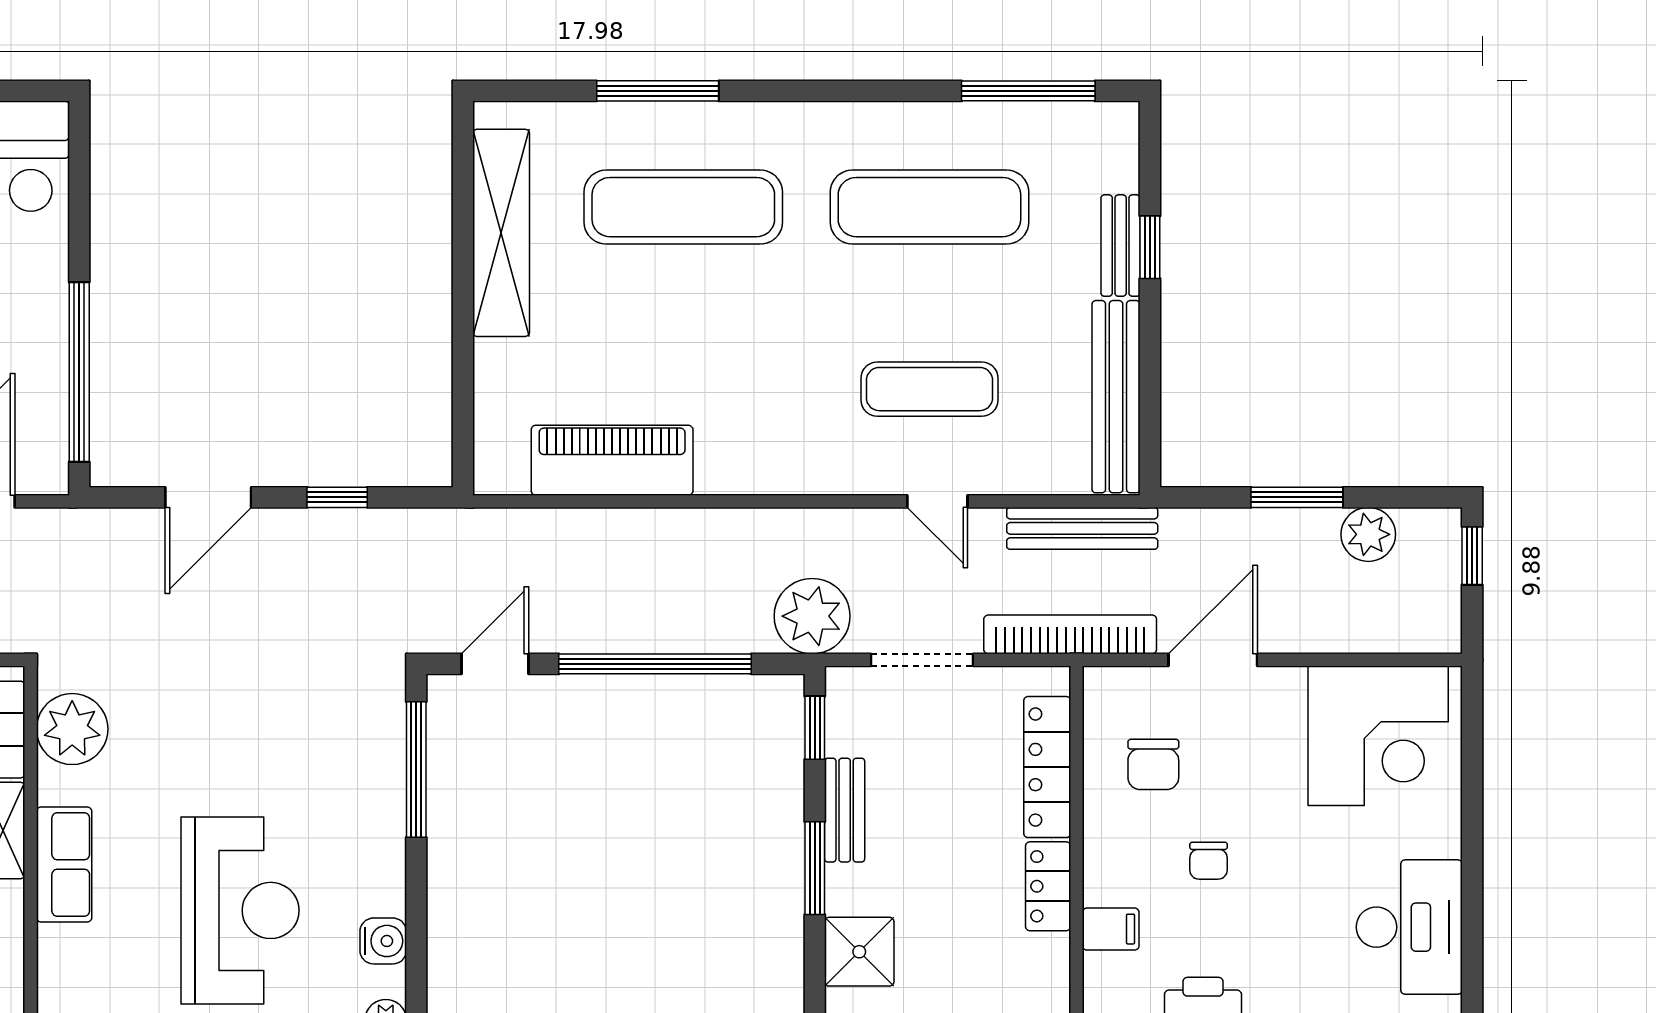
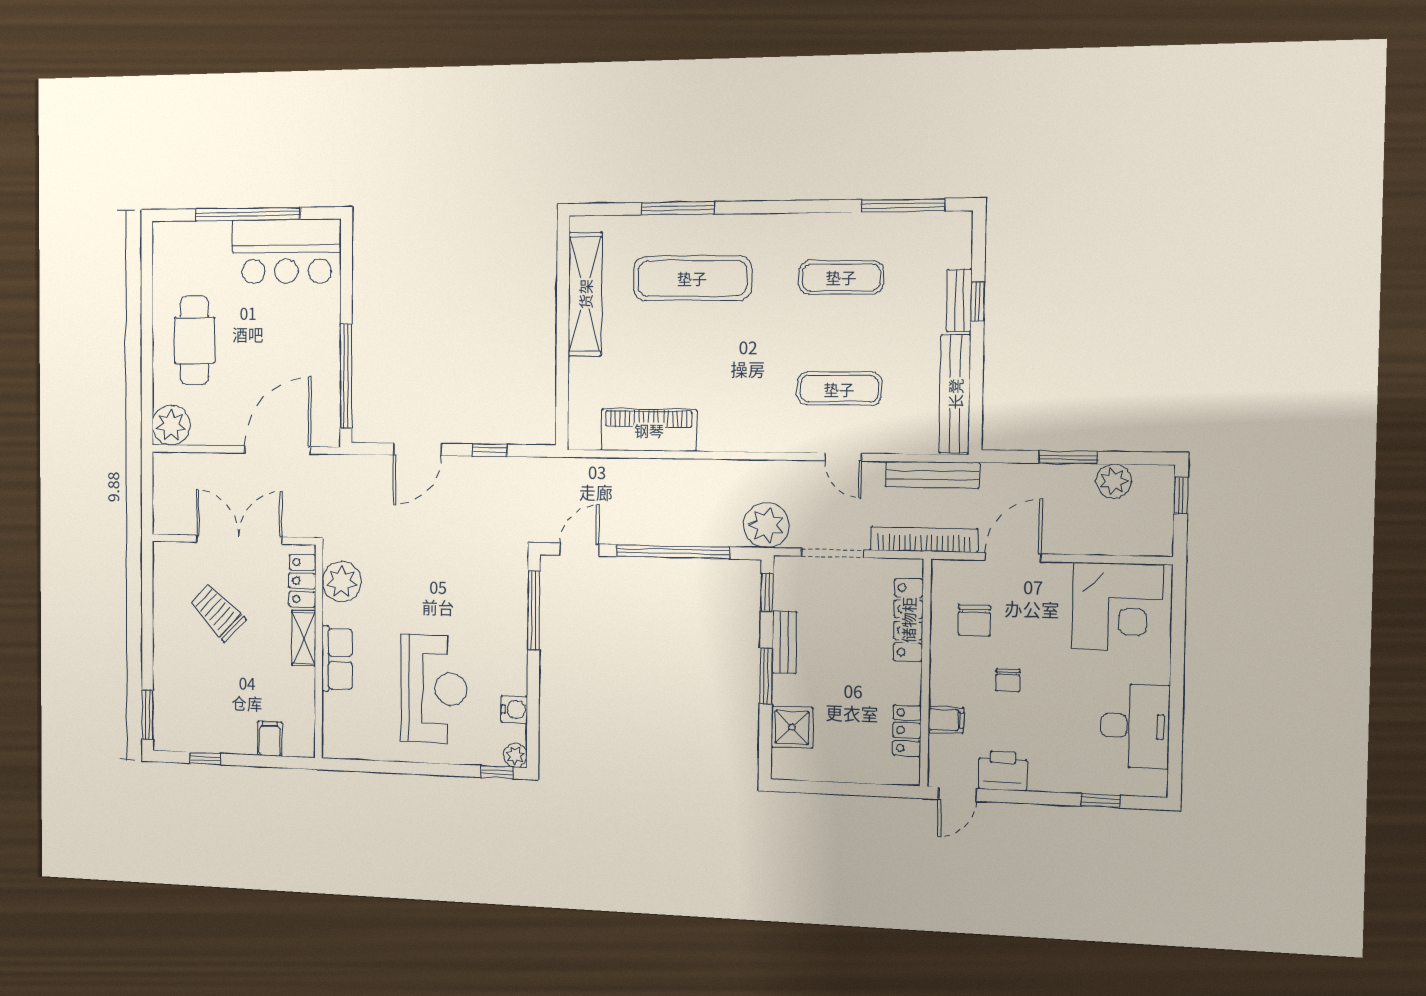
exercise mat: (929, 207) -> (841, 277), width x0.73, depth x0.69
locker: (1048, 886) -> (907, 730), moved

